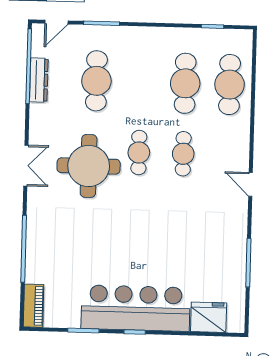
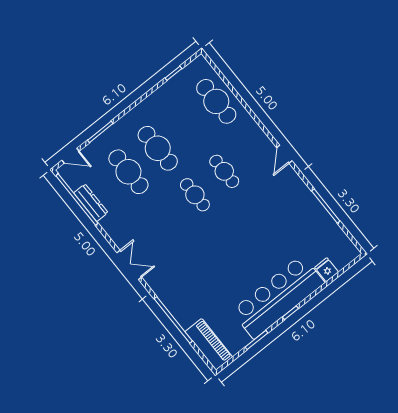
door: (56, 22) -> (70, 156), hinge flipped
cafe table: (185, 83) -> (158, 148), moved
round table: (89, 166) -> (170, 231), removed
door: (251, 184) -> (284, 154), hinge flipped
piano: (33, 306) -> (209, 344), width x1.37, depth x1.33
fridge: (209, 317) -> (327, 270), width x0.53, depth x0.75

